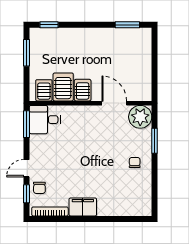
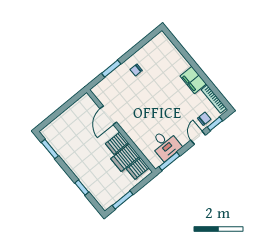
window: (49, 25) -> (82, 188), moved
plant: (140, 117) -> (103, 91), removed
desk: (45, 120) -> (165, 145), moved
door: (27, 168) -> (198, 138), swing flipped

